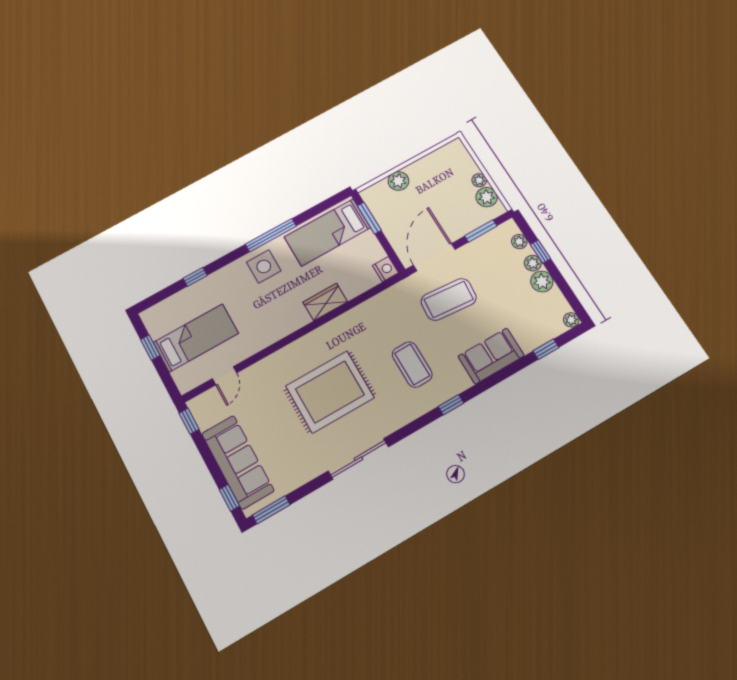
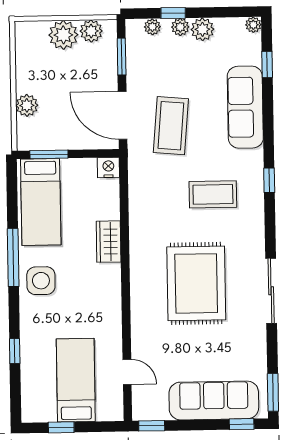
plant: (479, 180) -> (63, 35), width x1.88, depth x1.88
sofa: (491, 356) -> (245, 107), width x1.36

